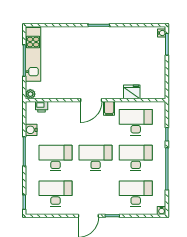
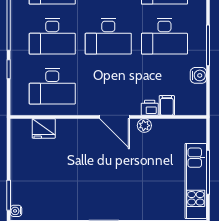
fridge: (132, 92) -> (44, 128), moved
plant: (30, 94) -> (144, 126), moved
door: (91, 100) -> (115, 117), swing flipped
printer: (42, 107) -> (150, 108), moved
filing cabinet: (109, 108) -> (167, 105), moved

